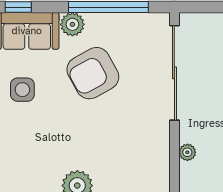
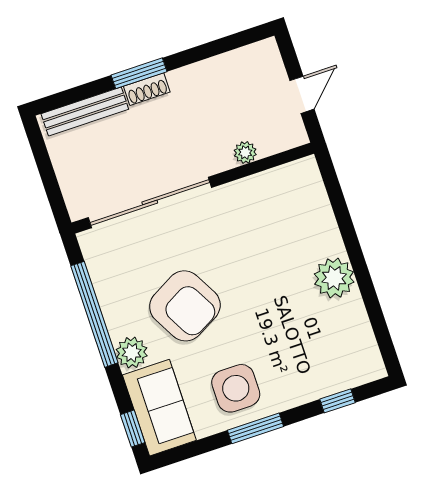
side table: (22, 90) -> (236, 388), width x1.37, depth x1.37

